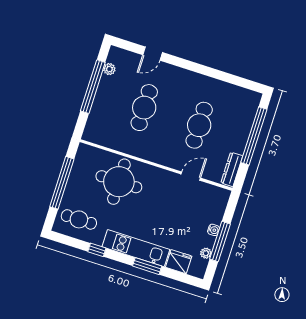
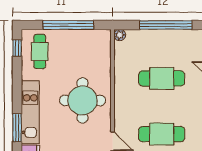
plant: (109, 69) -> (120, 35), moved
round table: (119, 182) -> (83, 100), moved
window: (97, 250) -> (17, 48), moved

